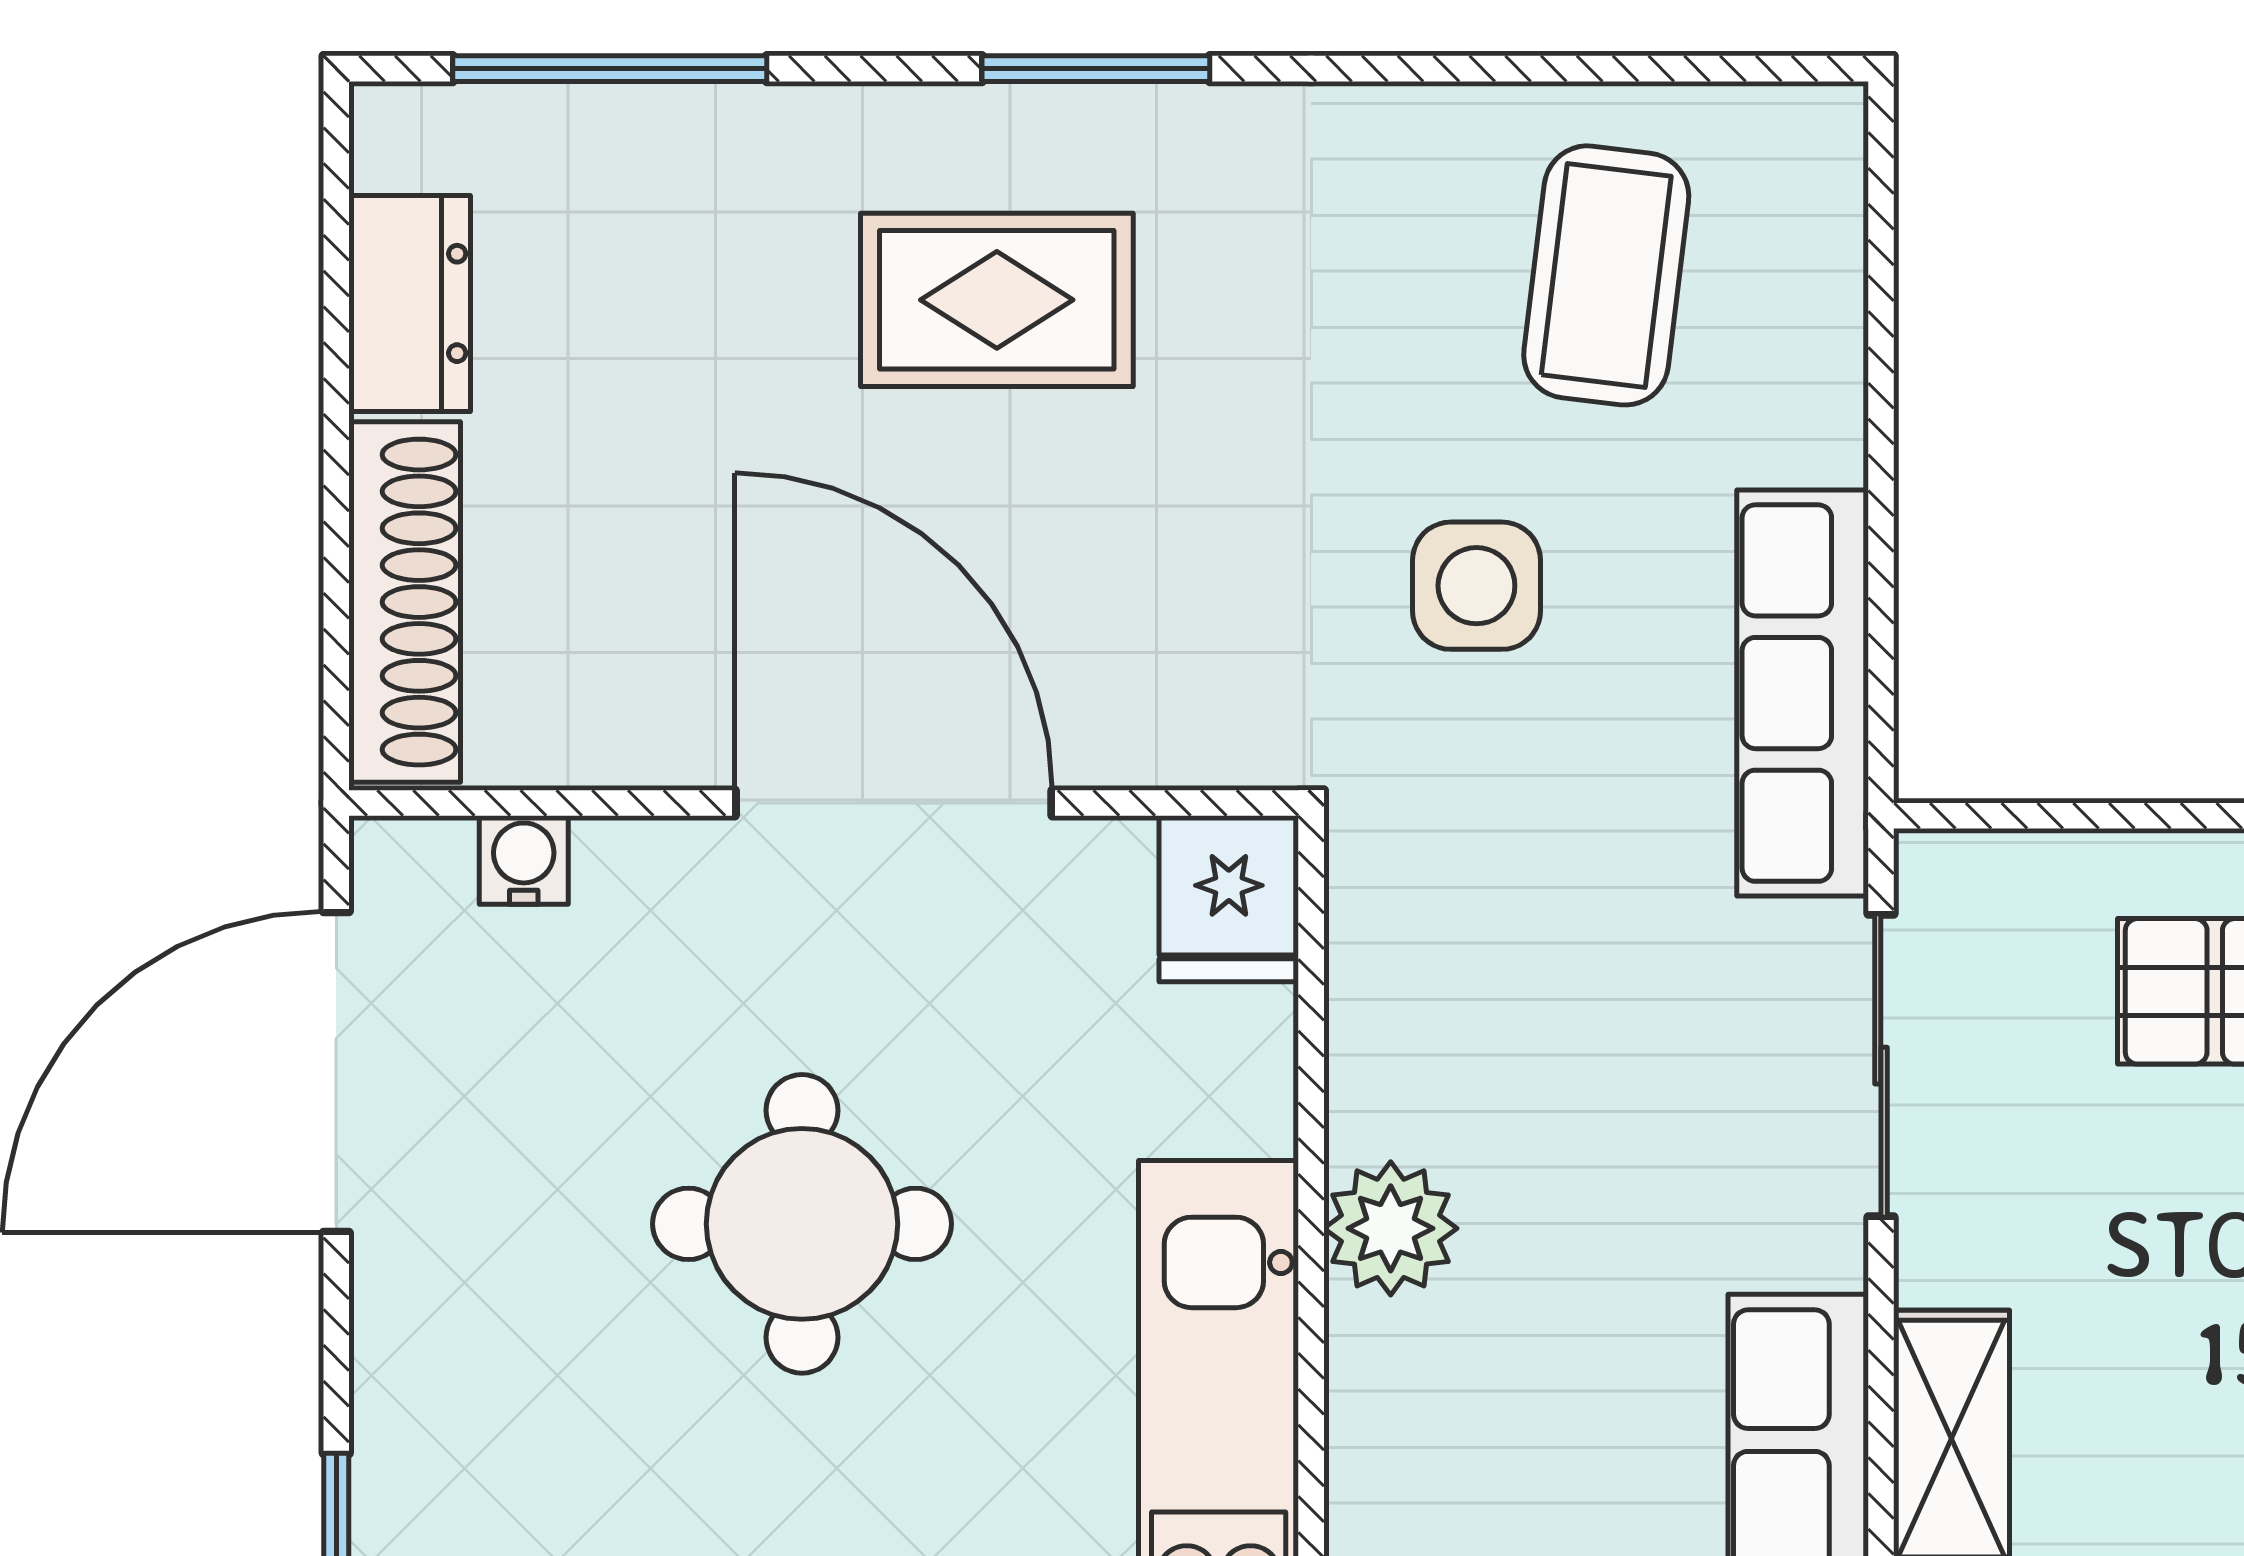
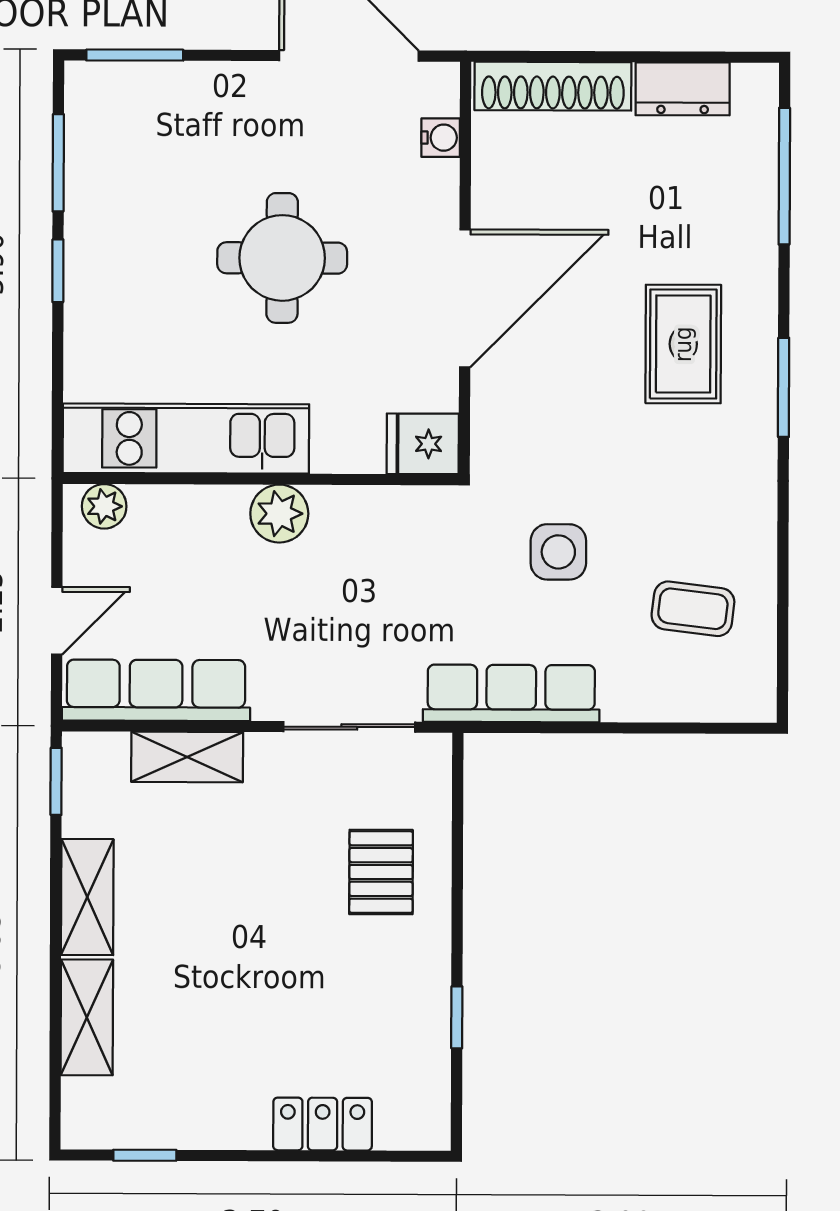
coffee table: (1606, 275) -> (693, 609), width x0.73, depth x0.77

